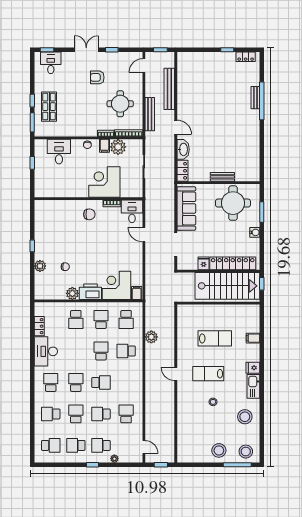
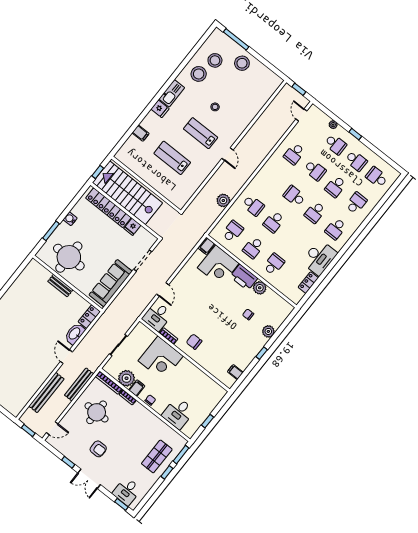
filing cabinet: (40, 216) -> (235, 372), added
lab bench: (208, 374) -> (201, 133), turned 180
school desk: (51, 414) -> (356, 203), turned -90
stool: (246, 452) -> (215, 60), moved

